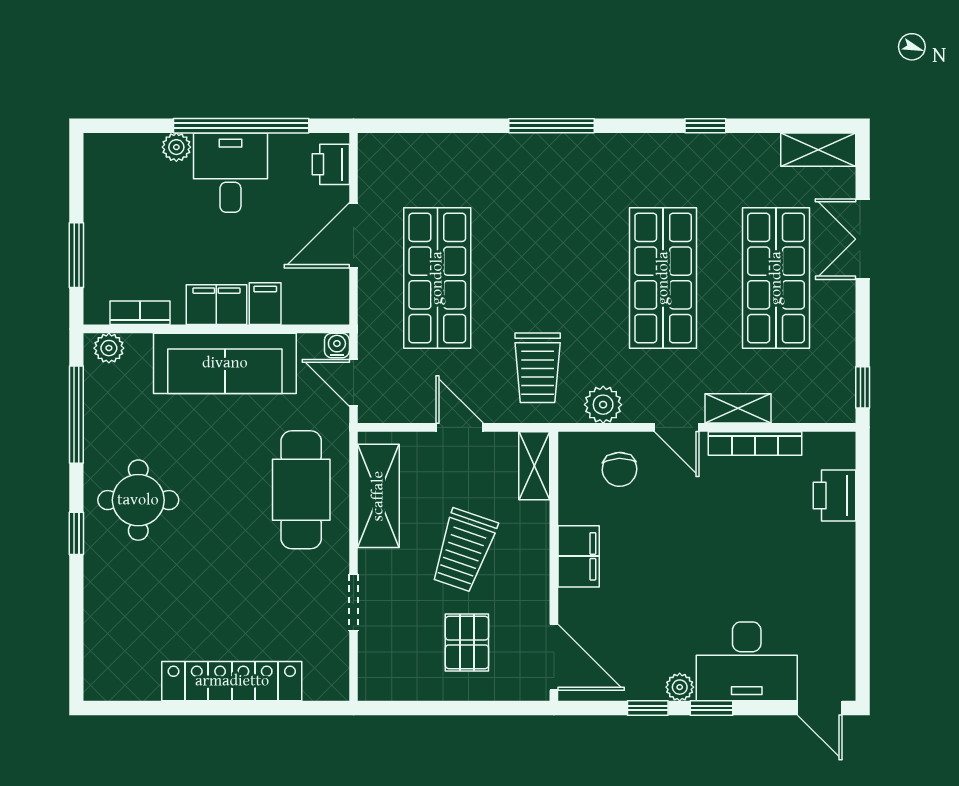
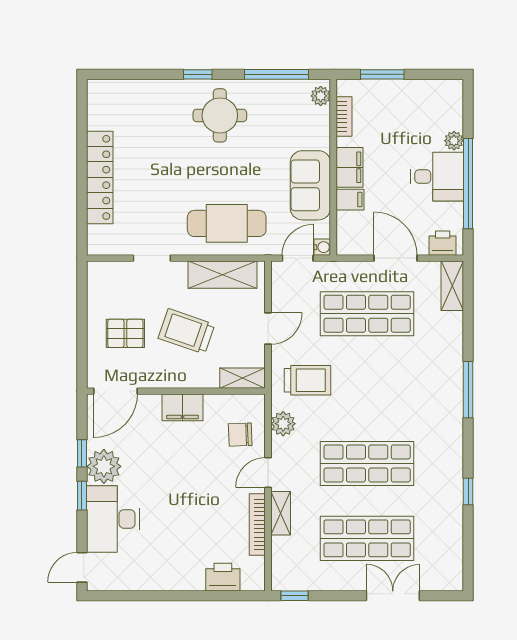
shelving: (818, 150) -> (452, 286), moved
sofa: (225, 363) -> (310, 185), width x0.73
trolley: (538, 368) -> (308, 380), turned 180
plant: (680, 687) -> (104, 466), width x1.88, depth x1.88

